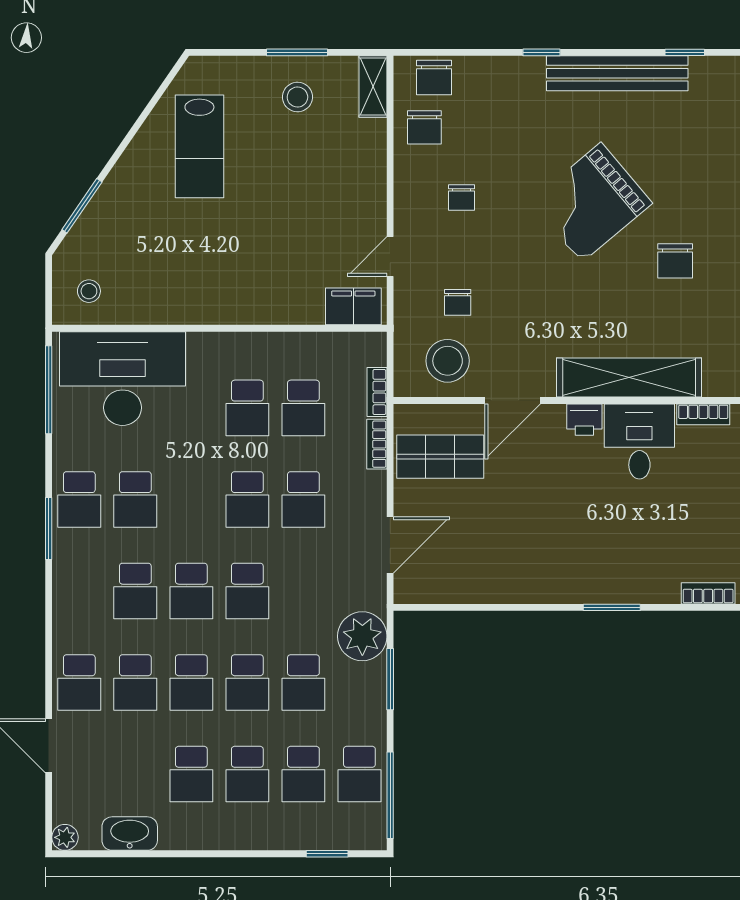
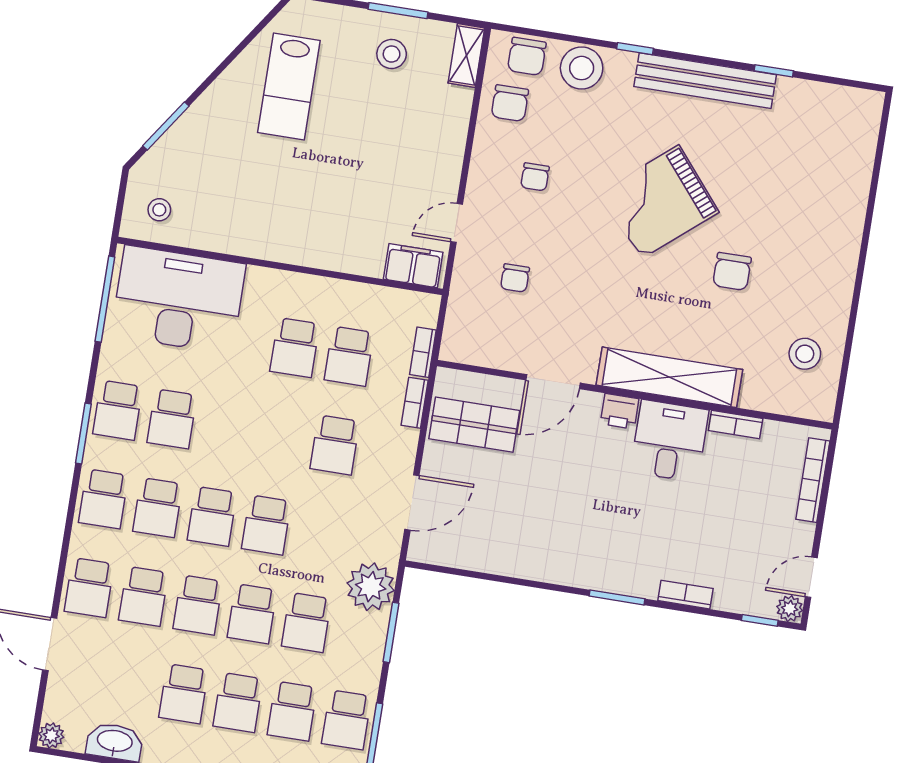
stool: (448, 361) -> (582, 68), moved
school desk: (247, 499) -> (103, 499), moved
bookcase: (708, 593) -> (685, 595), moved

